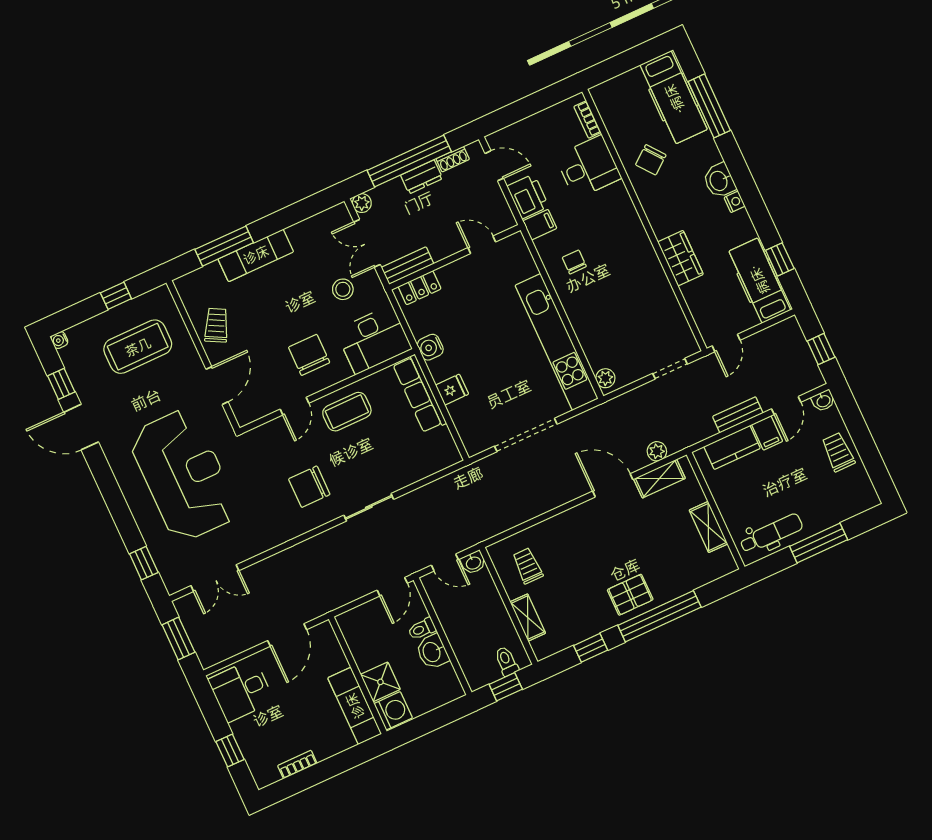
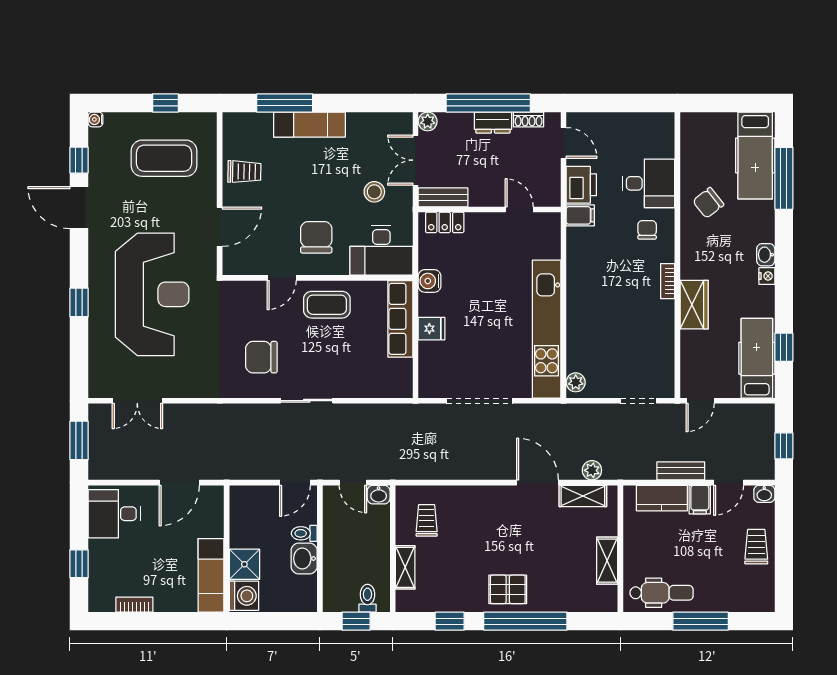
bookcase: (587, 119) -> (668, 281), moved
washbasin: (719, 181) -> (766, 255), width x0.72, depth x0.69
chair: (574, 262) -> (647, 230), moved
trolley: (216, 325) -> (244, 172), turned 63
window: (144, 563) -> (79, 302), moved

